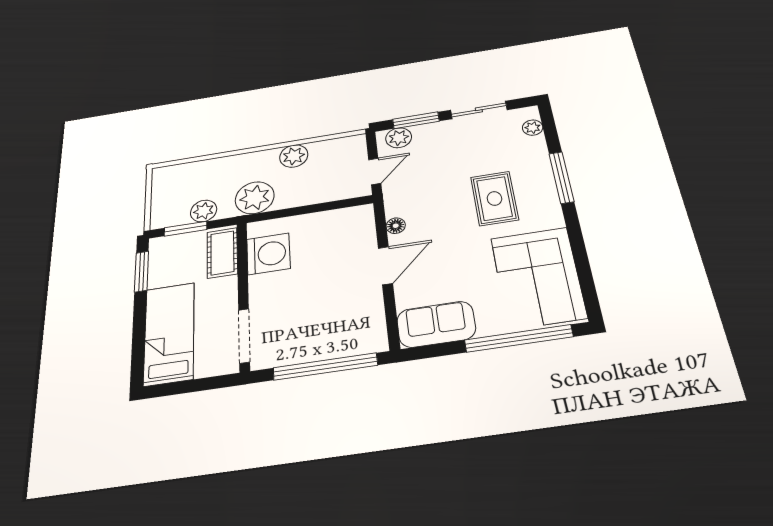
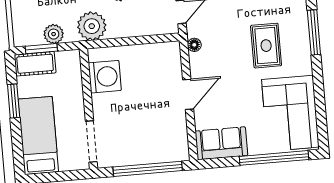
floor lamp: (396, 226) -> (194, 45), moved
cot: (222, 253) -> (35, 64), moved, turned 90
window: (142, 272) -> (14, 101), moved

